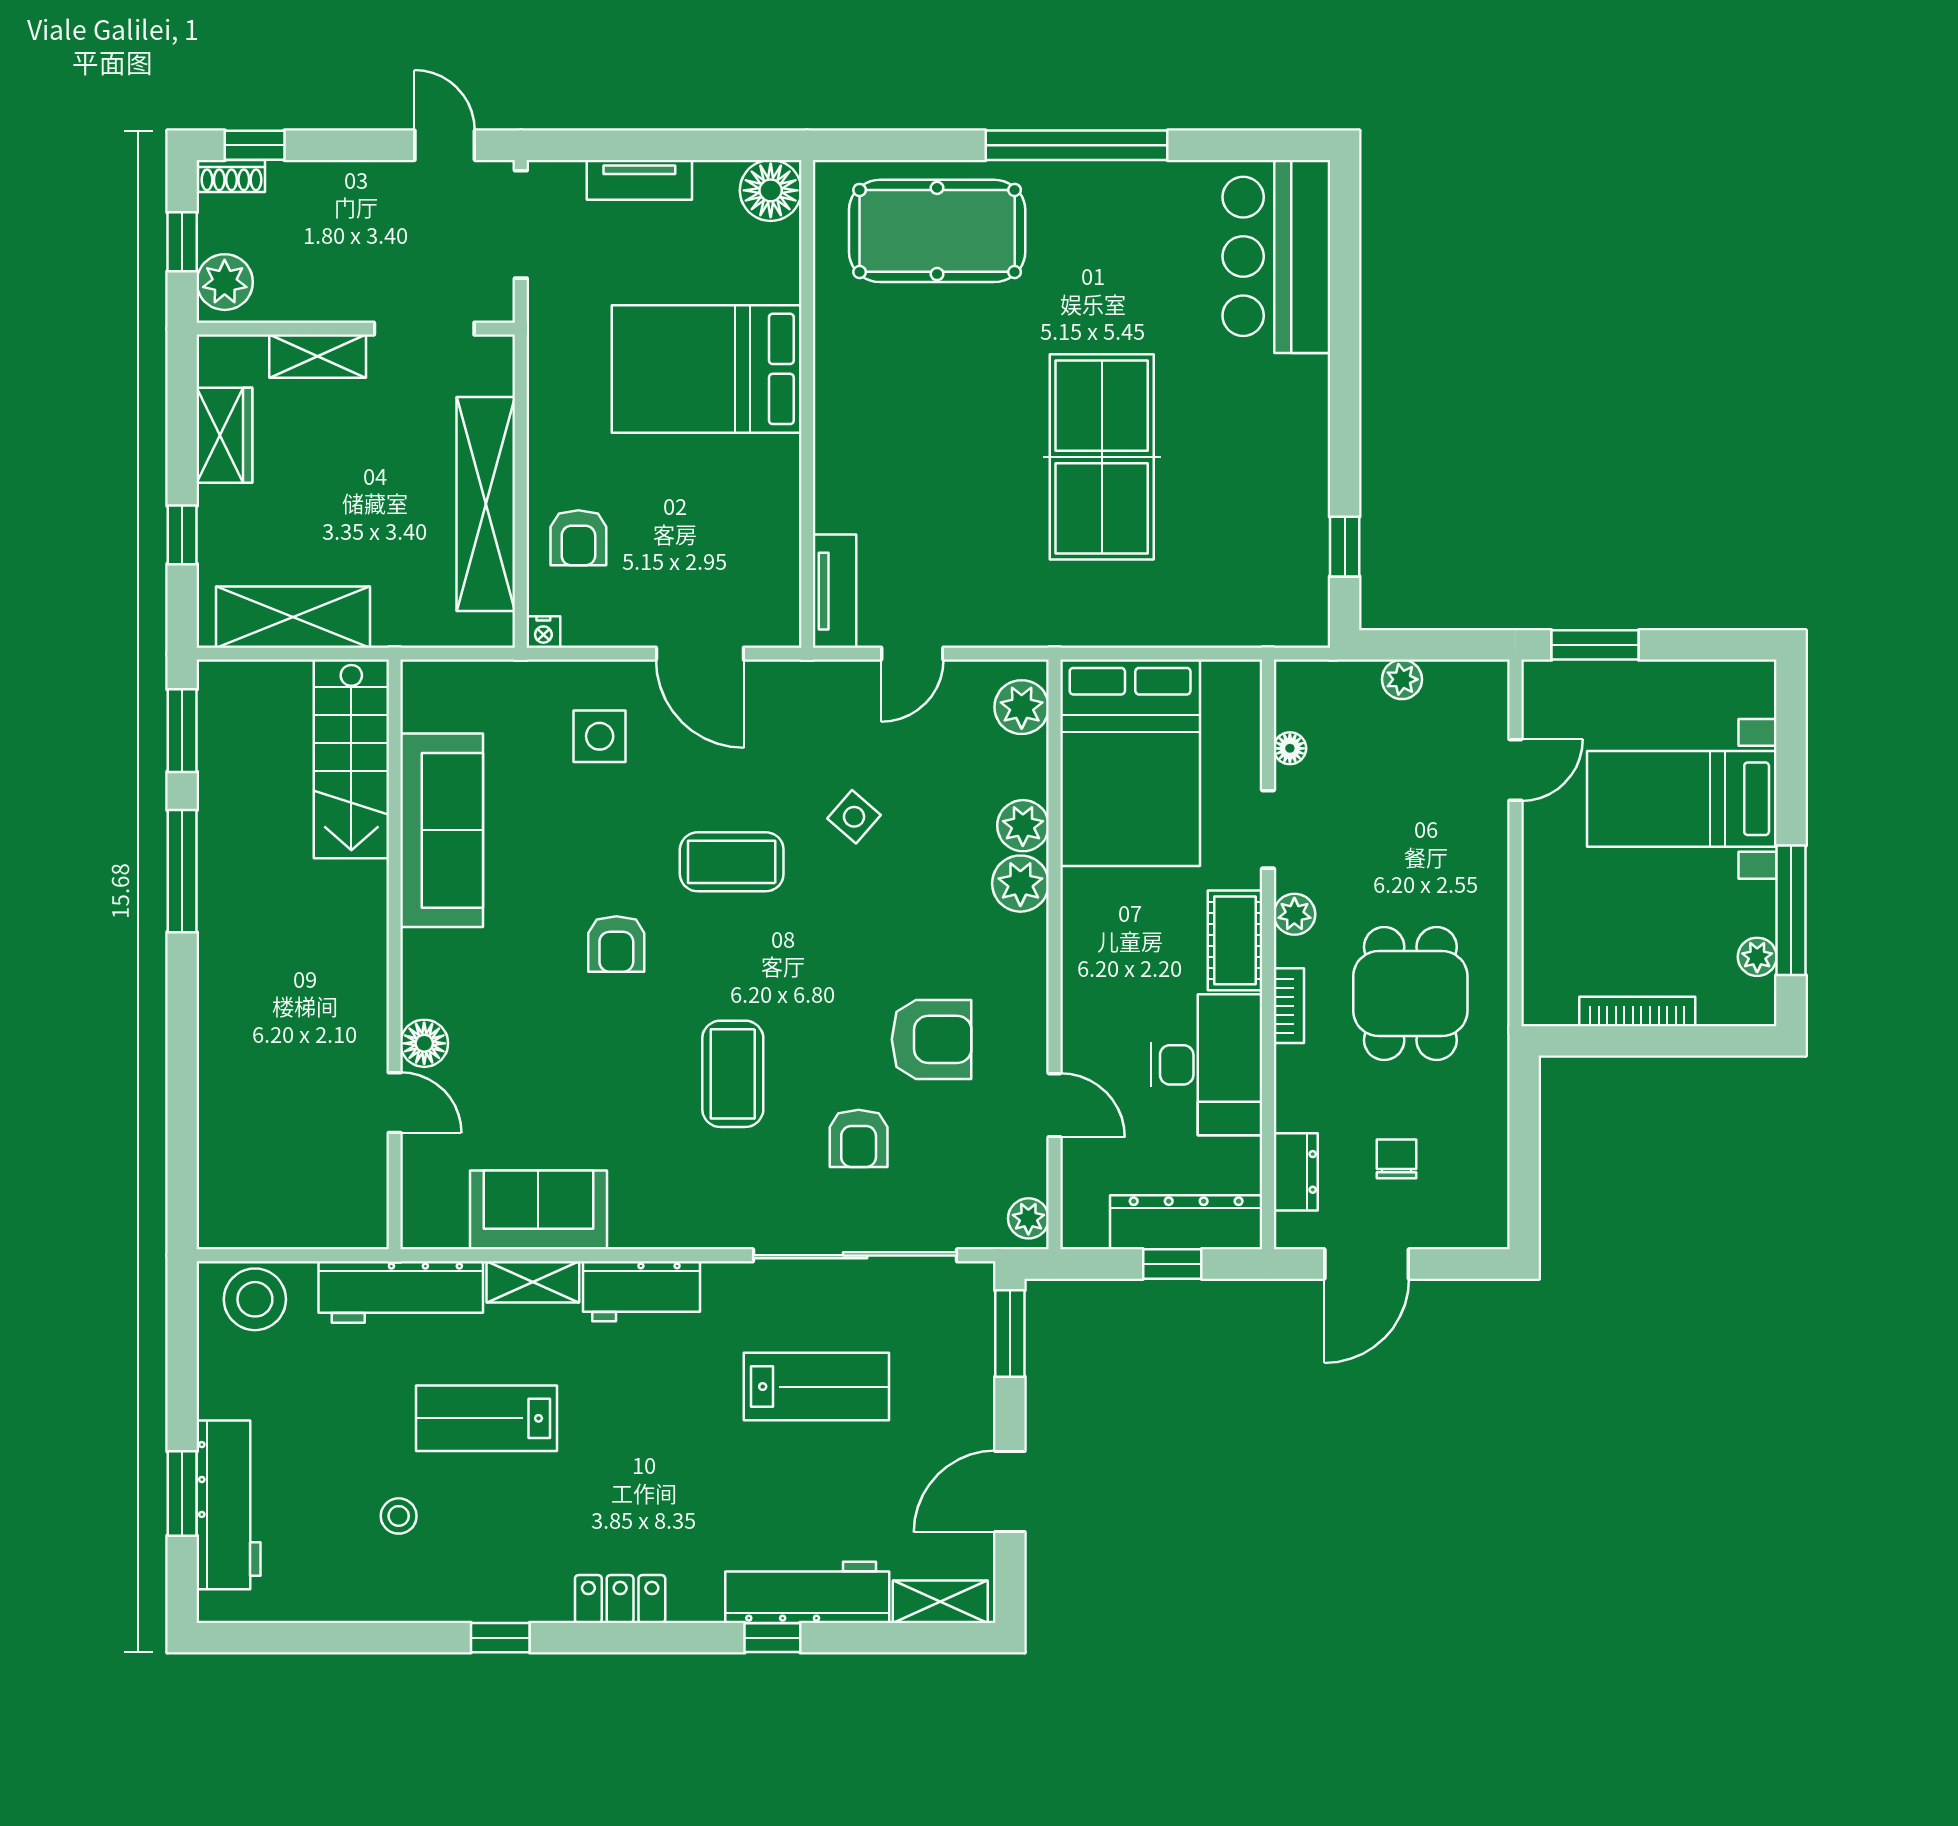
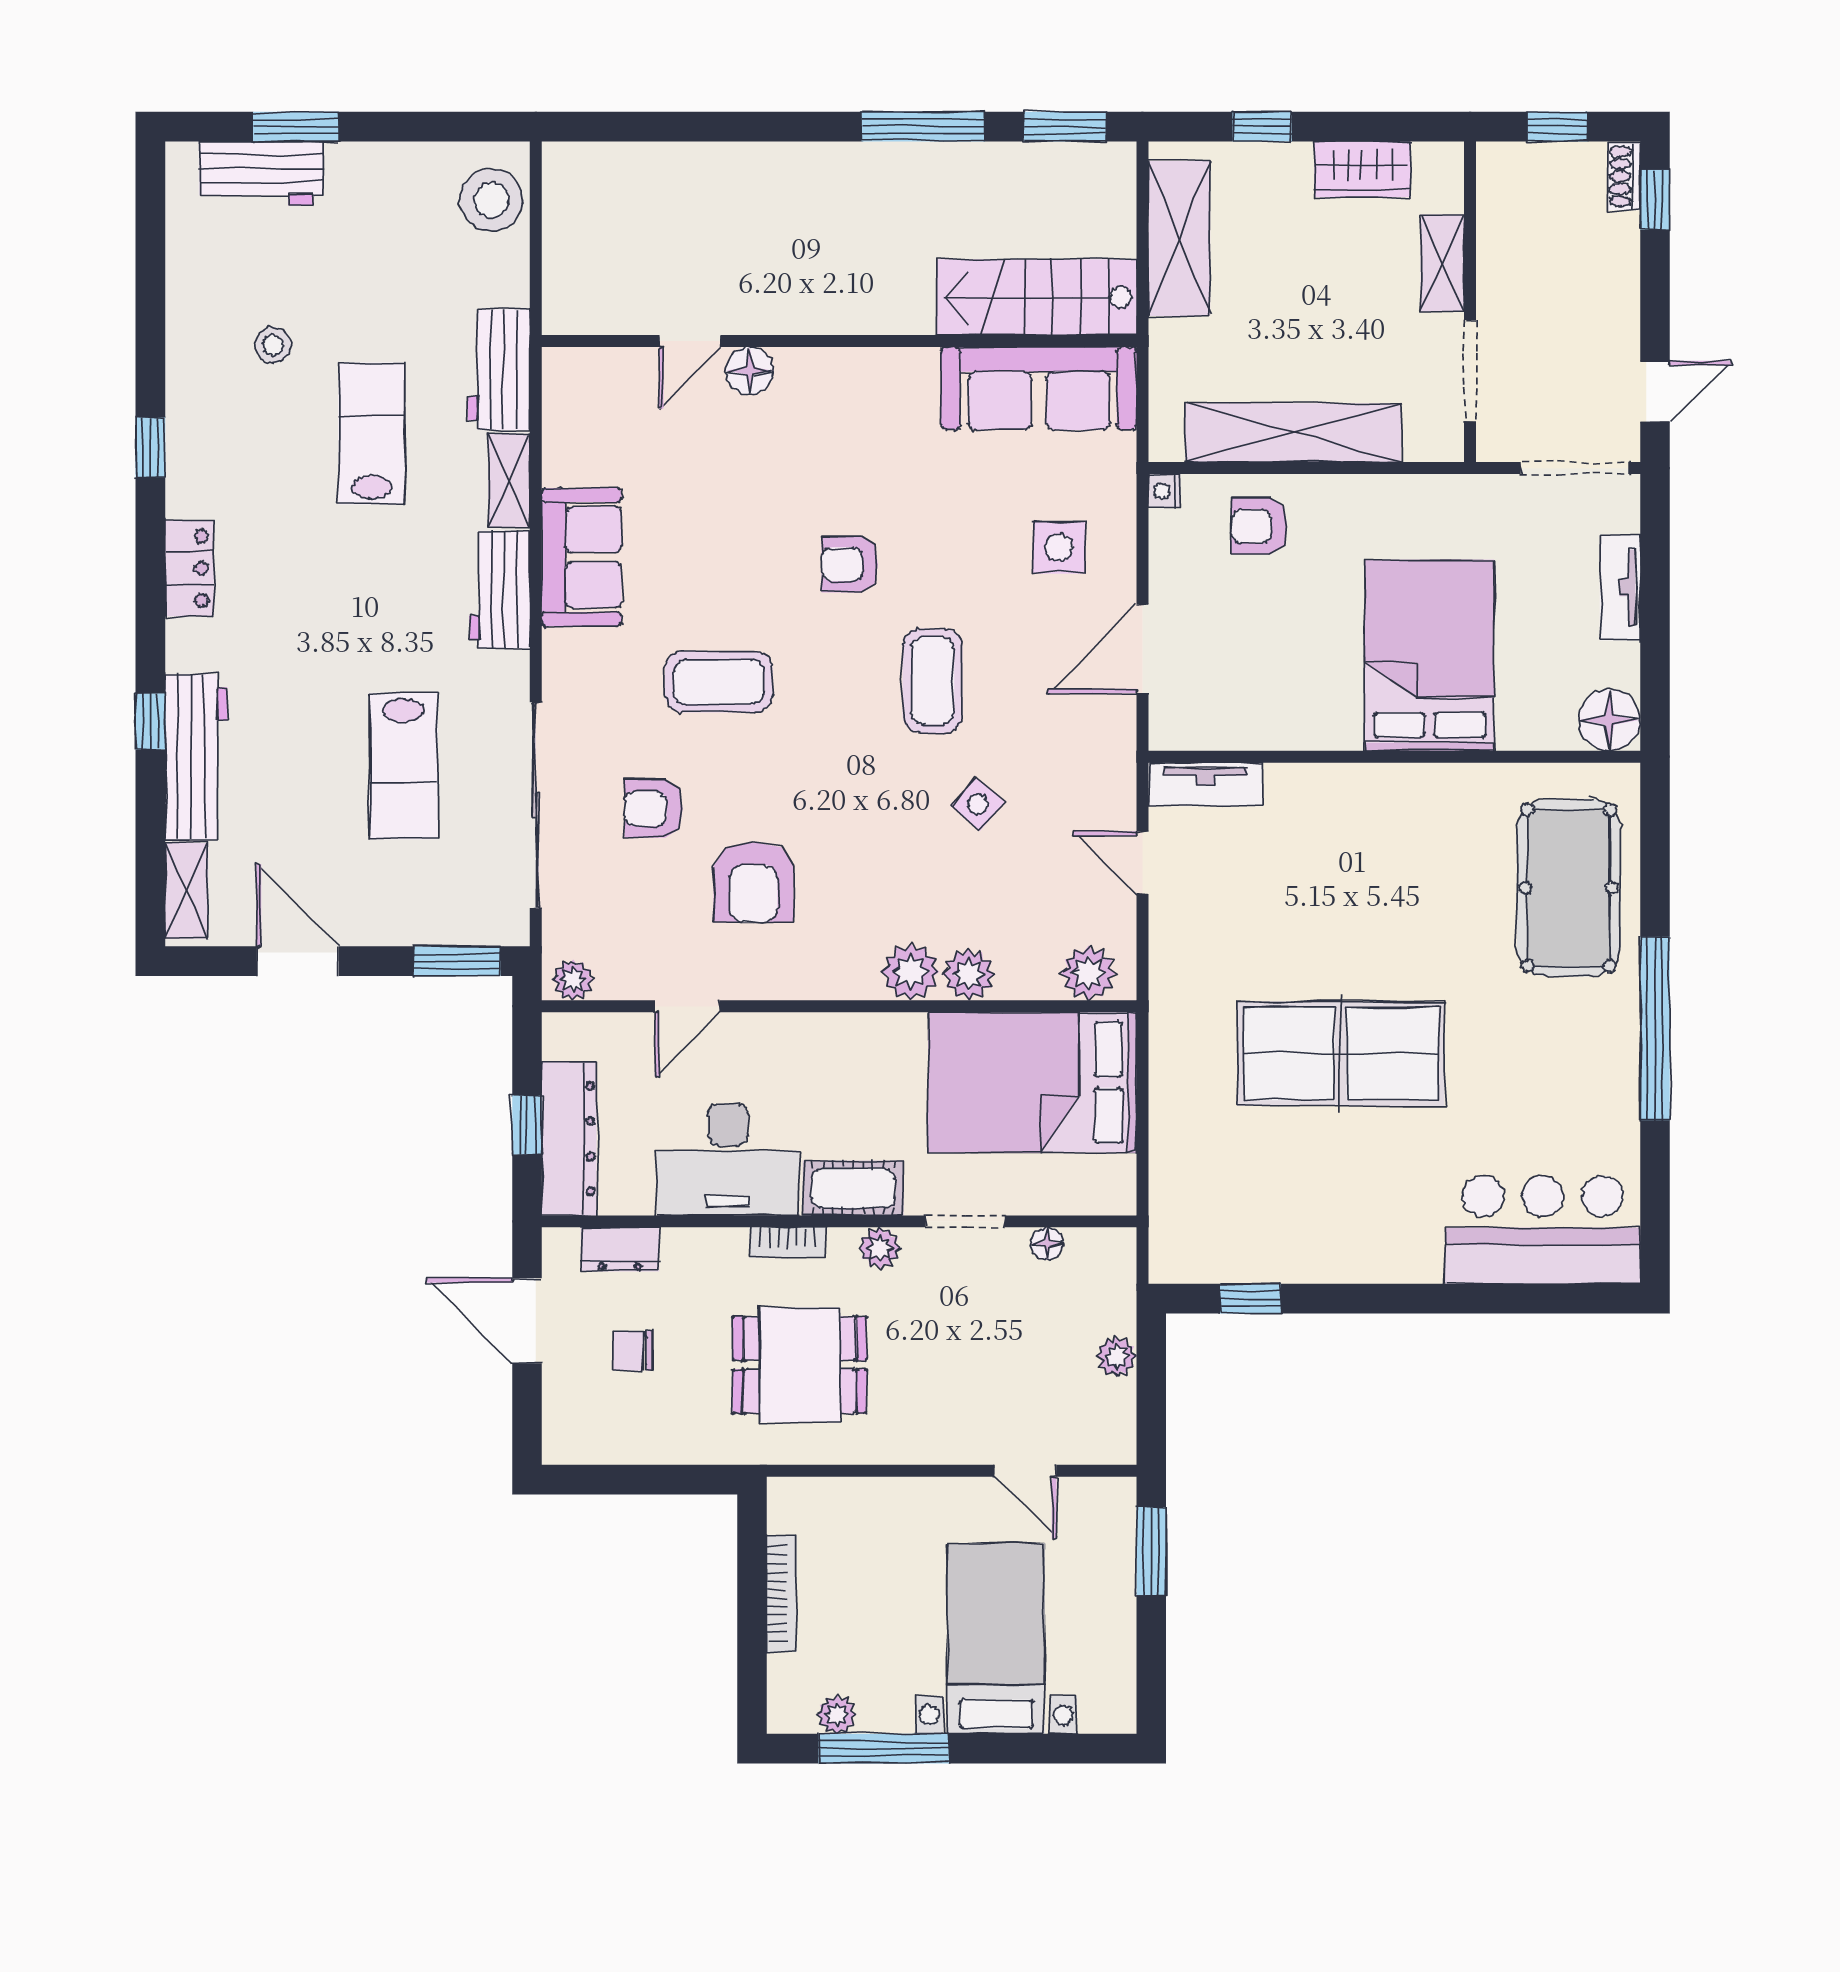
plant: (225, 282) -> (1517, 170), removed
sofa: (442, 830) -> (1039, 388), moved
chair: (1397, 1159) -> (633, 1351), turned 180
sofa: (538, 1210) -> (582, 557), moved
workbench: (401, 1292) -> (499, 370), width x0.73
workbench: (228, 1505) -> (261, 173), width x0.73

